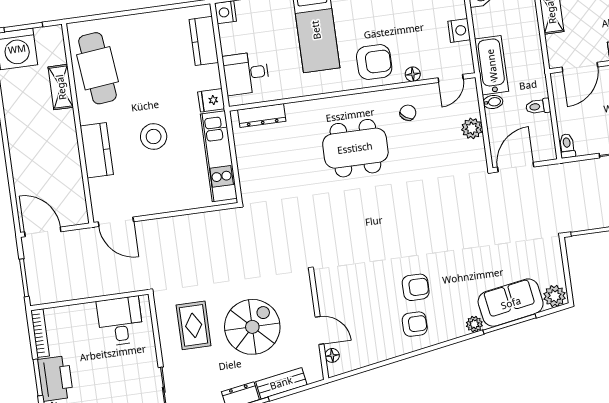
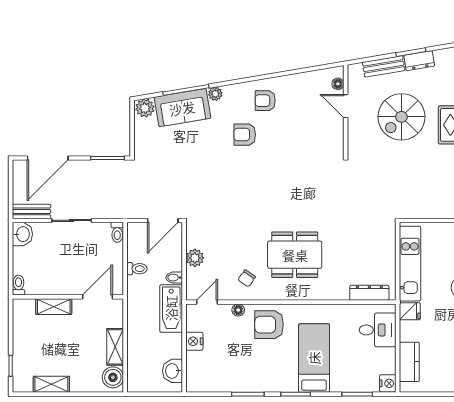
armchair: (416, 287) -> (245, 135), moved

